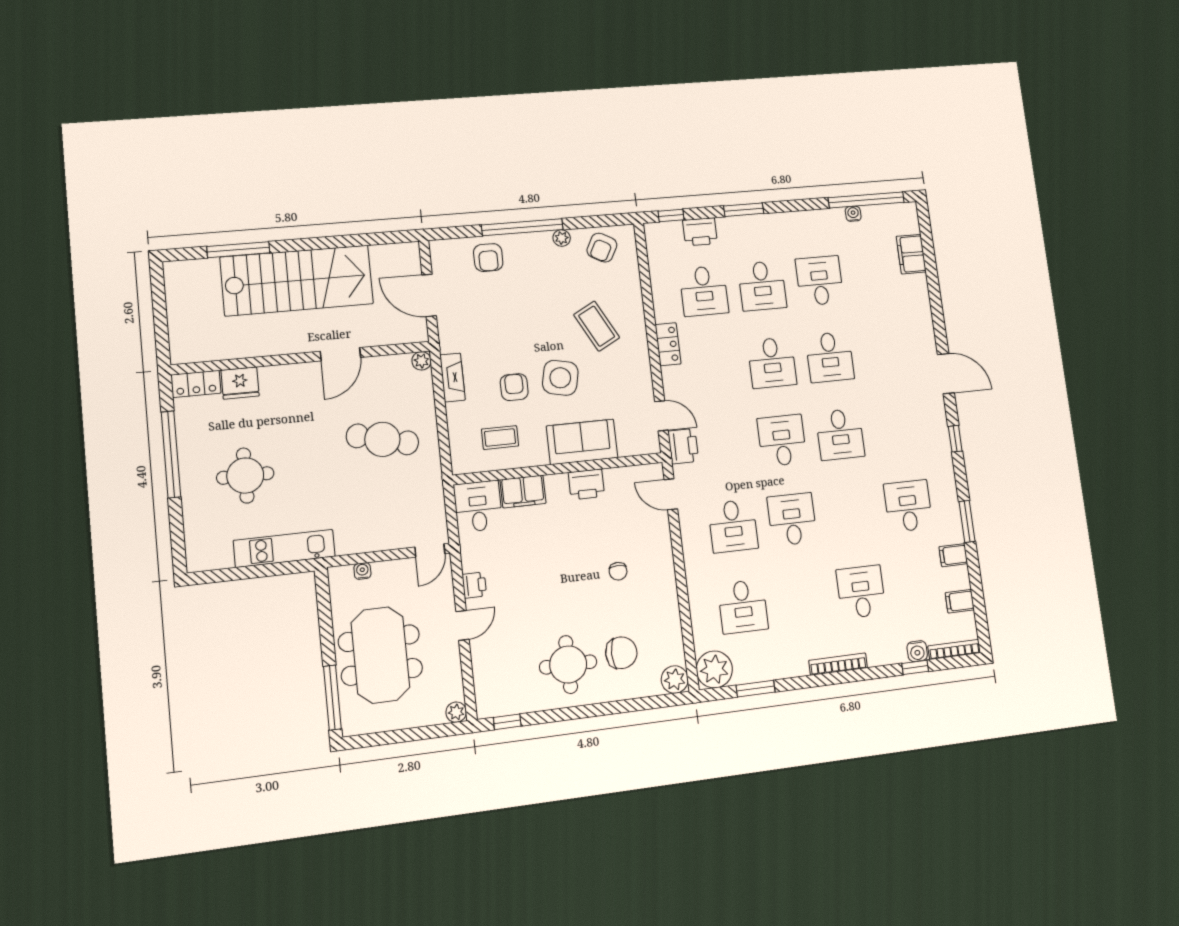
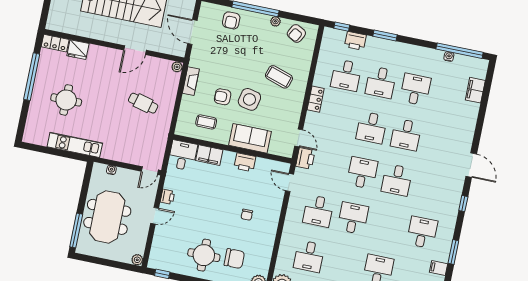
coffee table: (597, 326) -> (279, 77), turned -44
armchair: (514, 387) -> (223, 97), turned -90
cafe table: (382, 439) -> (143, 103), width x0.73, depth x0.74

